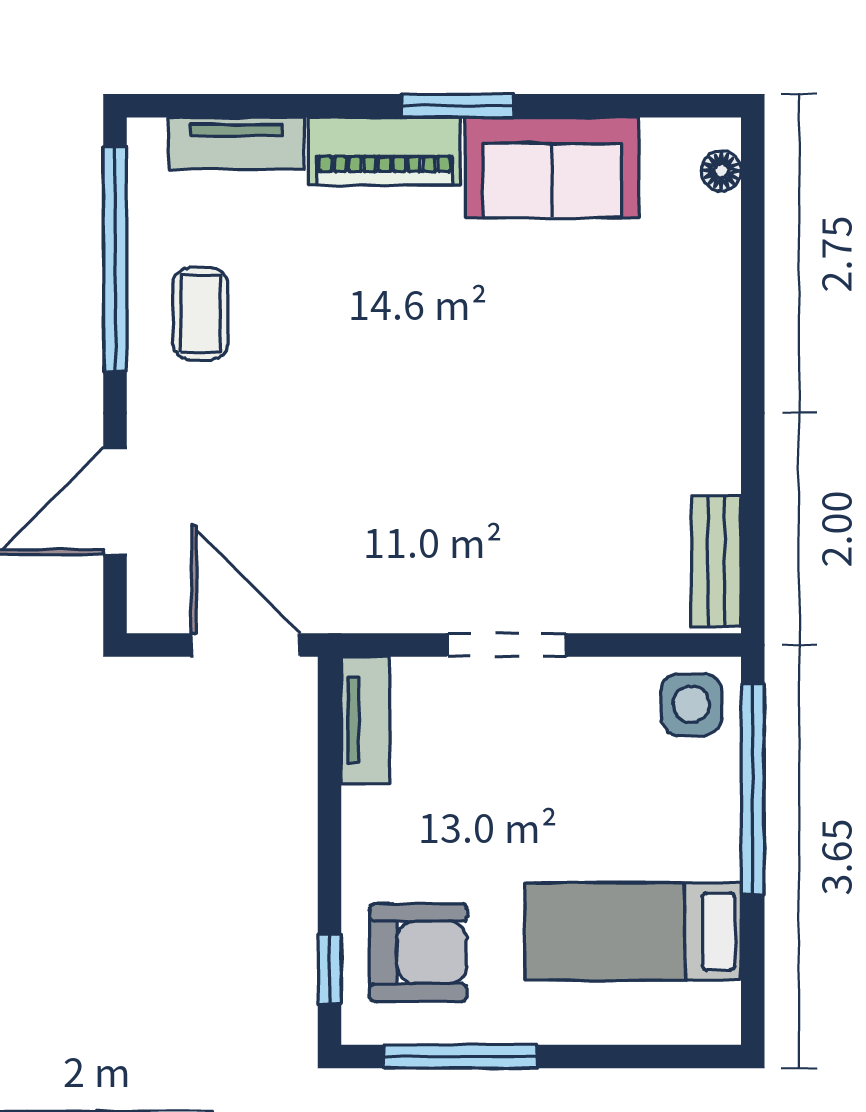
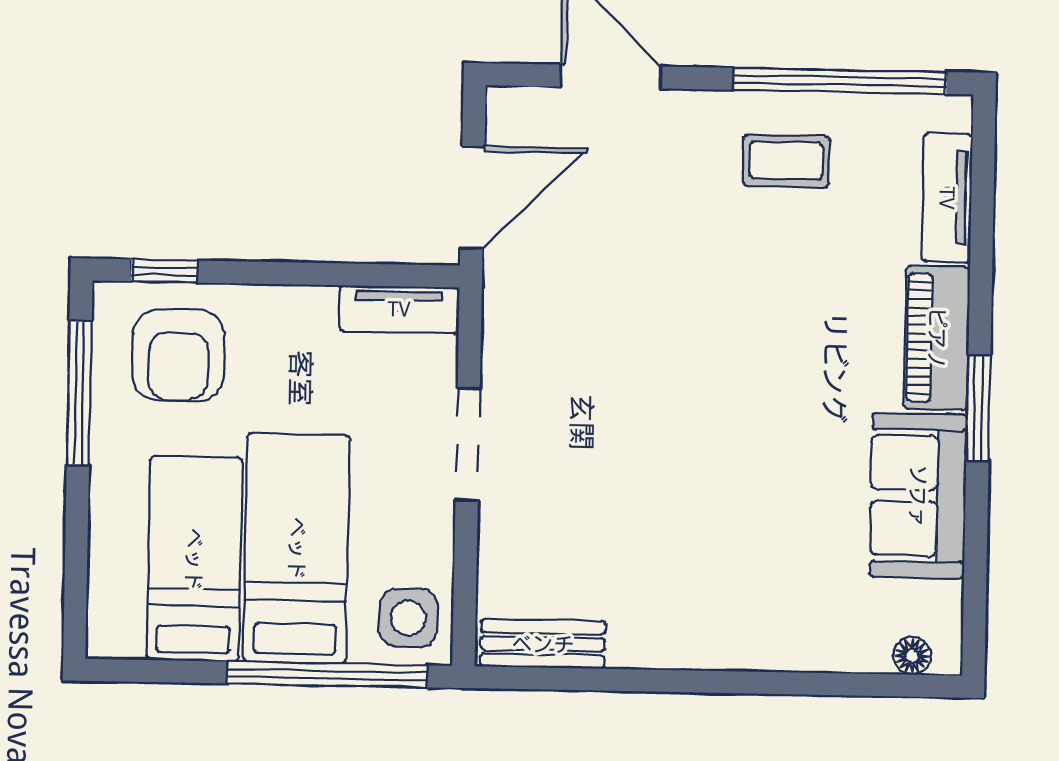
bed: (620, 824) -> (297, 548), added

